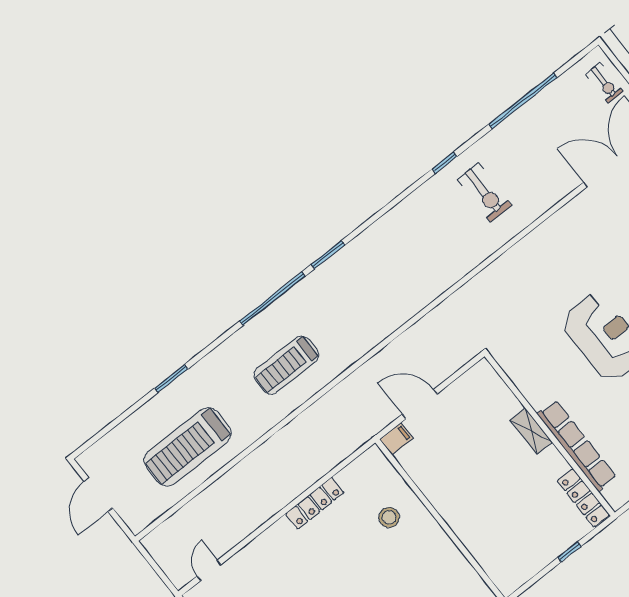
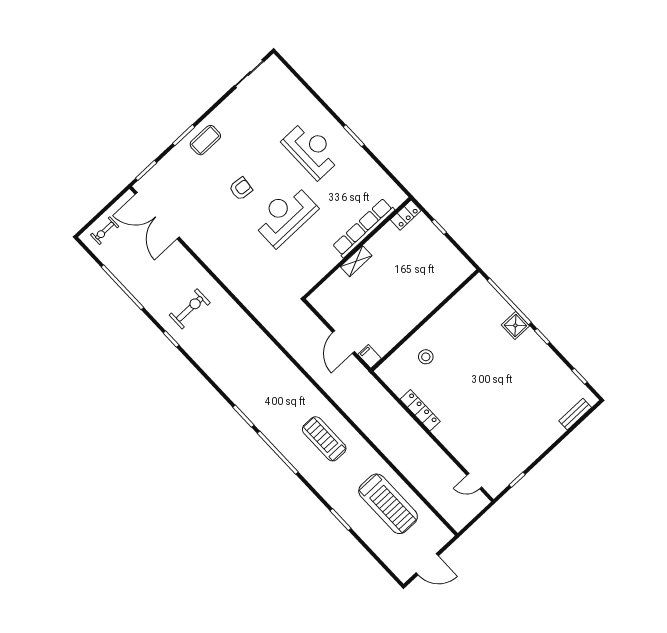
exercise bike: (604, 83) -> (105, 231), turned 180
treadmill: (286, 365) -> (324, 439), turned 180
locker: (583, 498) -> (406, 215), width x0.66

